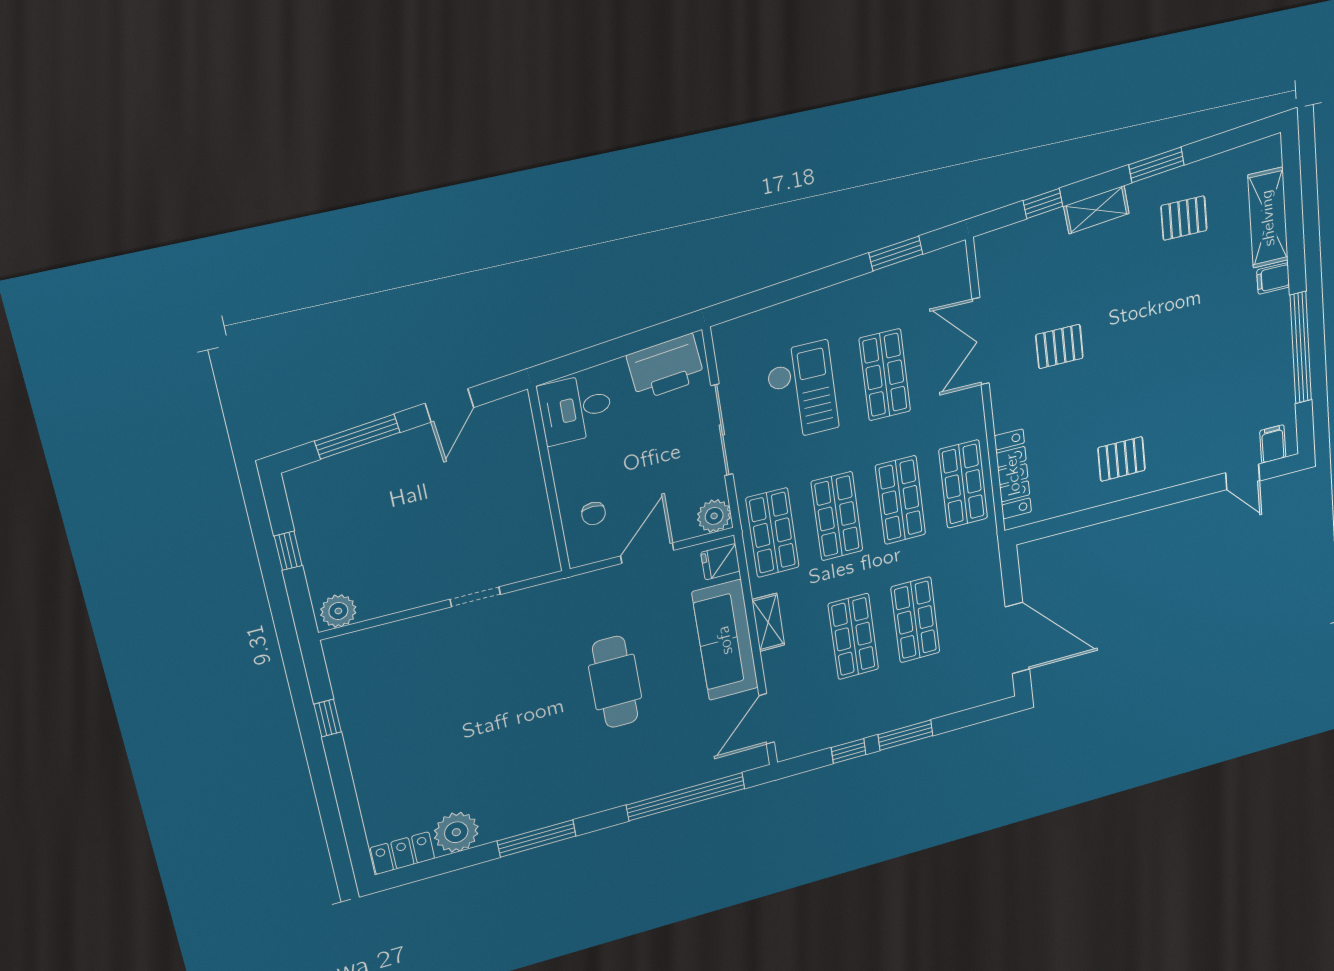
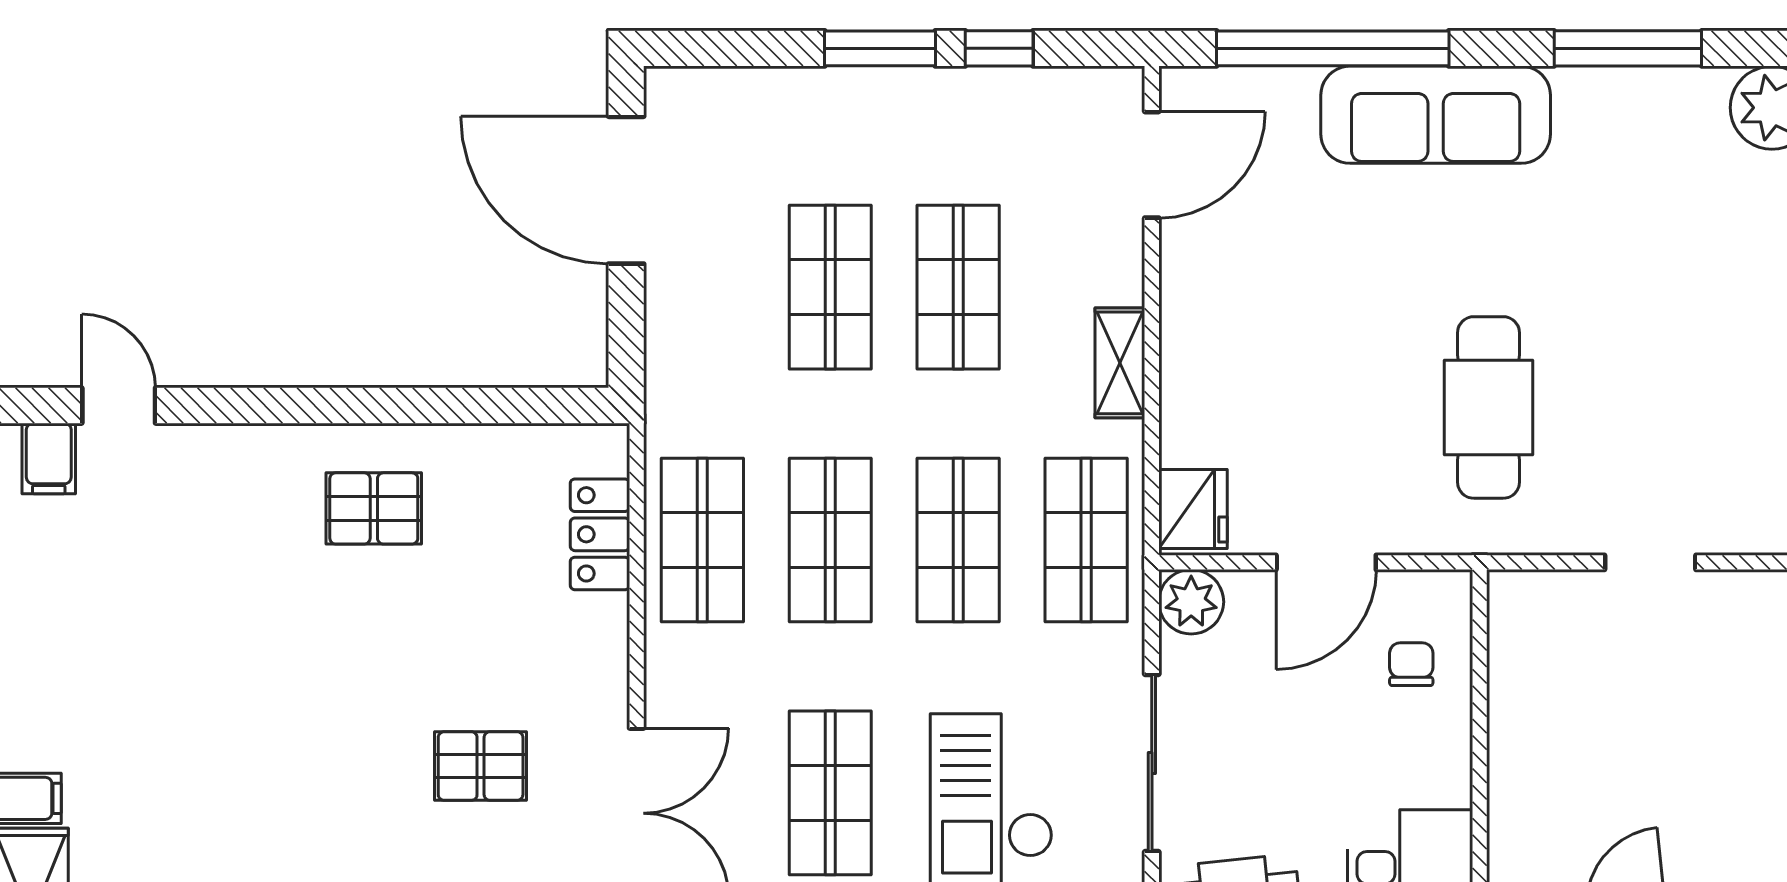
locker: (1013, 474) -> (600, 534), width x0.66
fridge: (720, 562) -> (1193, 509), width x1.38
sofa: (725, 640) -> (1436, 115), moved, turned 90
cafe table: (615, 682) -> (1489, 407), moved

